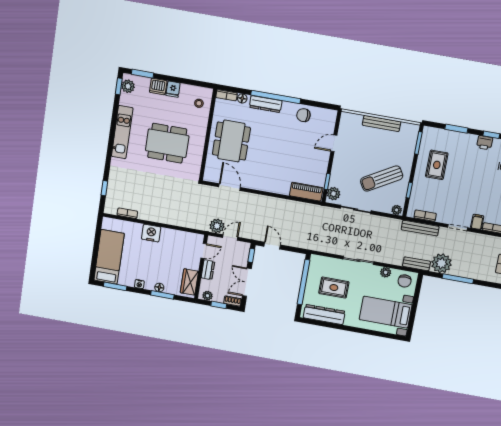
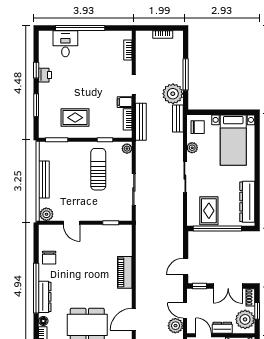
sun lounger: (382, 179) -> (98, 169), turned -150
piano: (306, 192) -> (125, 272), moved
plant: (334, 194) -> (46, 214), moved
filing cabinet: (477, 222) -> (125, 102), moved
rug: (334, 288) -> (209, 211), moved
plant: (208, 296) -> (245, 319), width x1.88, depth x1.88

